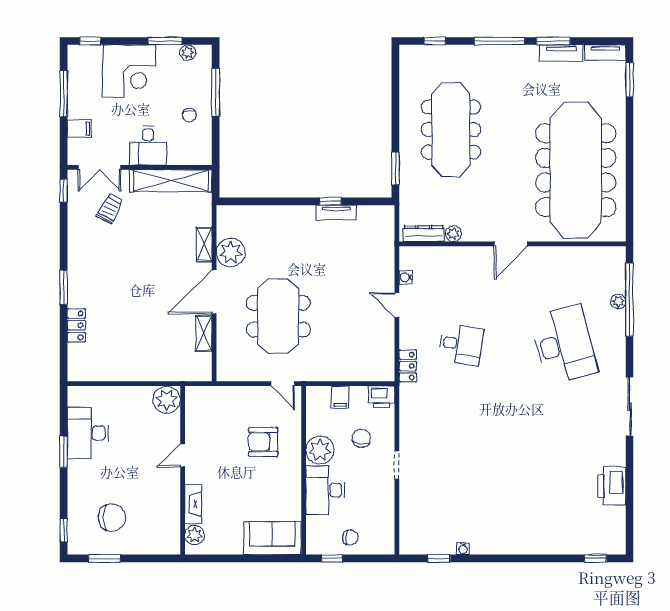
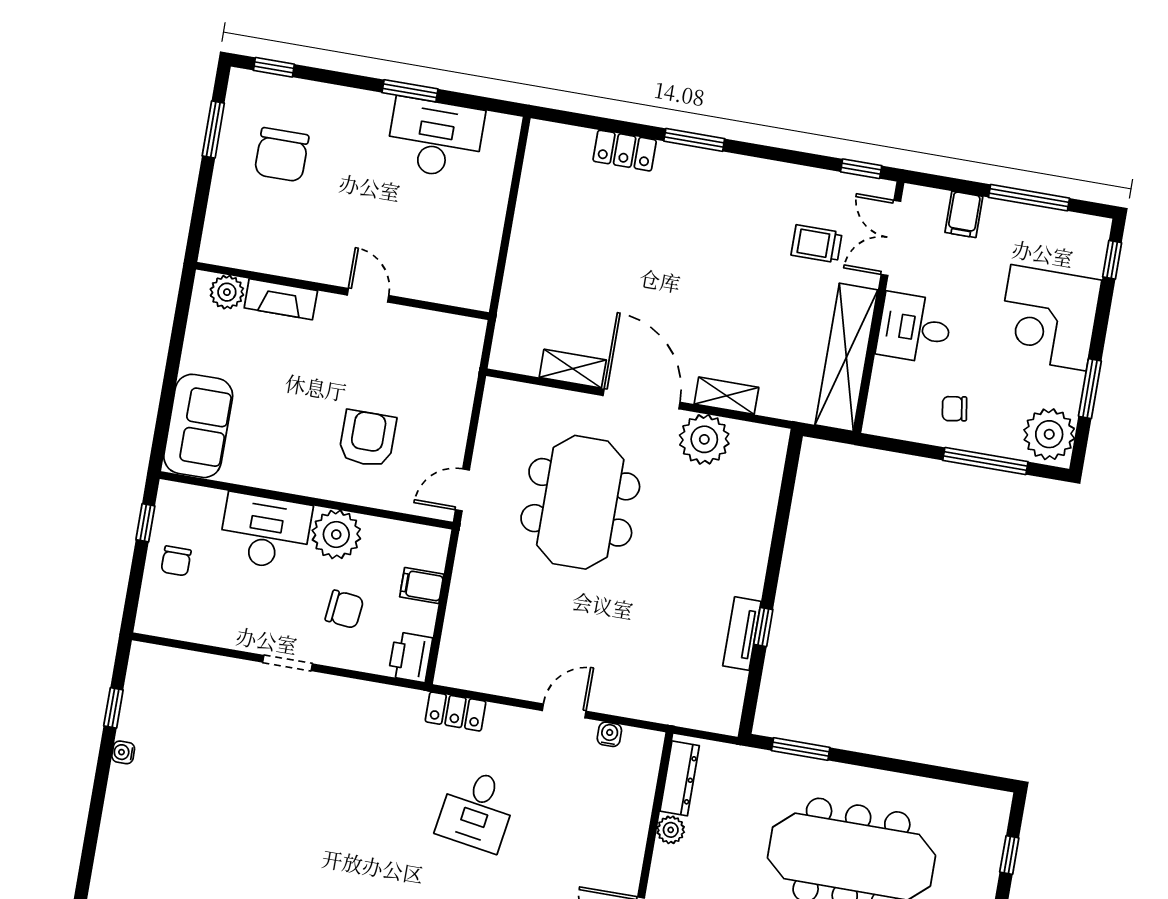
plant: (188, 53) -> (1049, 434), width x1.88, depth x1.88
trolley: (110, 209) -> (817, 244), turned 152
meeting table: (278, 316) -> (580, 502), turned 90
plant: (167, 400) -> (469, 285), removed

